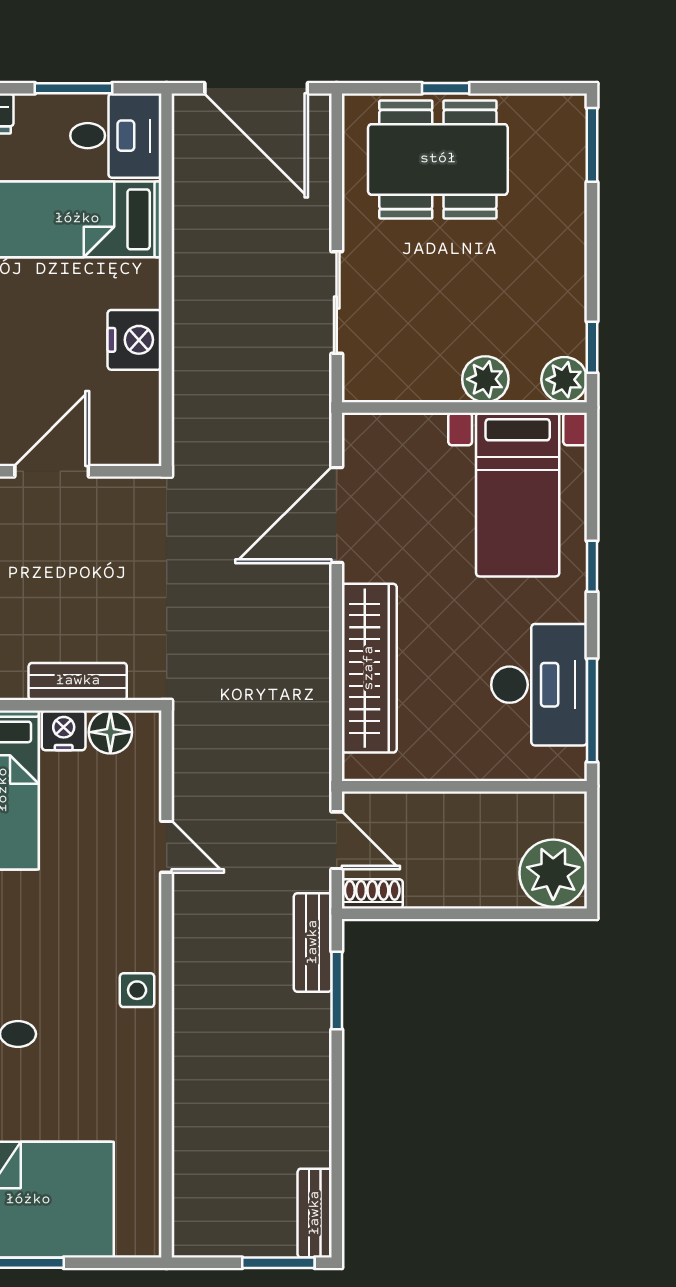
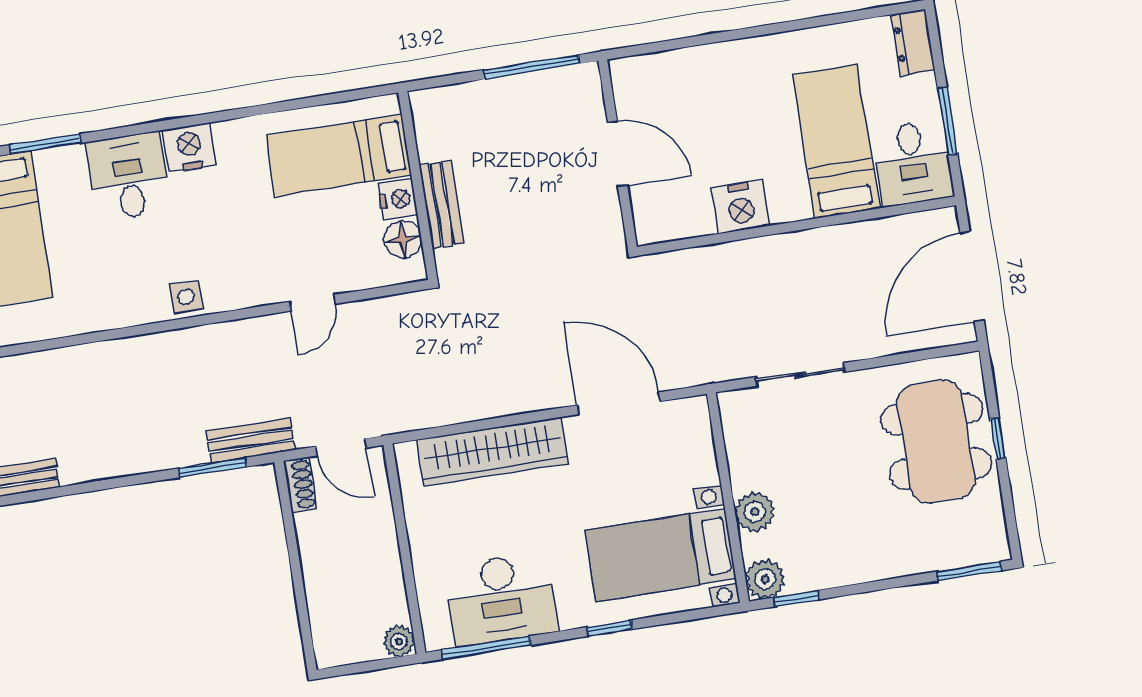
door: (337, 840) -> (341, 447), hinge flipped
plant: (553, 873) -> (399, 641), moved, width x0.53, depth x0.53

